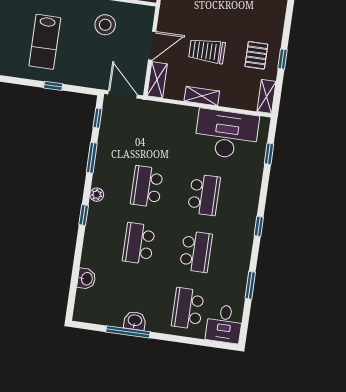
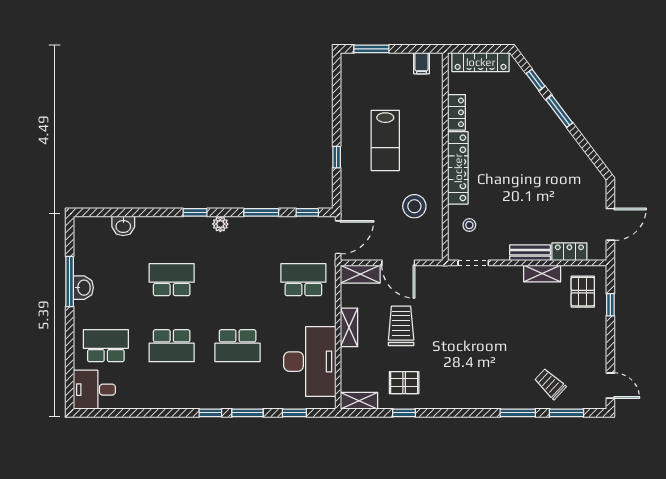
lab bench: (45, 42) -> (385, 140), turned -90
school desk: (147, 187) -> (303, 280), moved
window: (250, 285) -> (247, 413), moved

